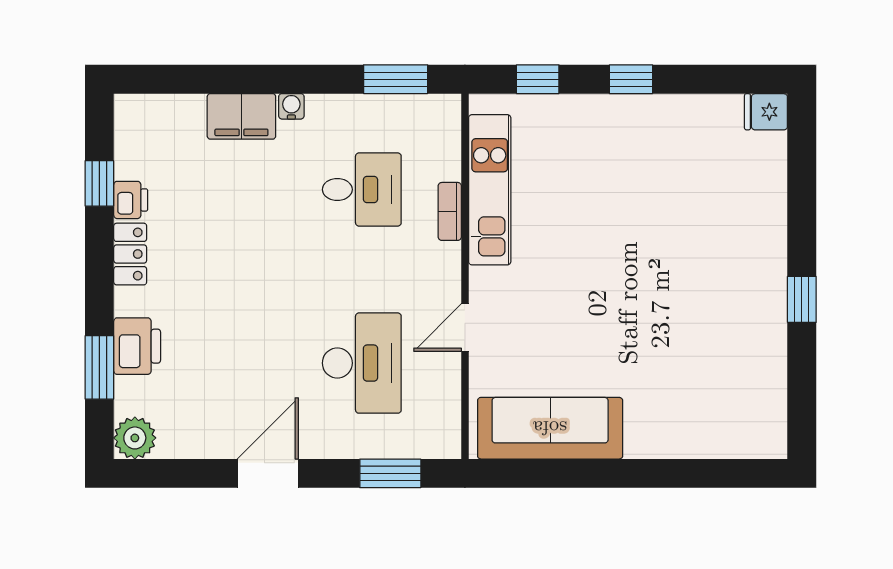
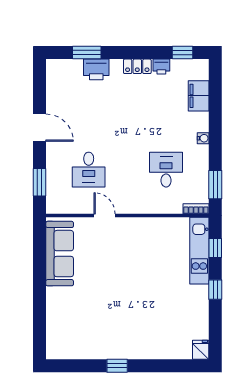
filing cabinet: (241, 116) -> (199, 96), moved
window: (99, 183) -> (182, 53), moved
desk: (362, 189) -> (166, 170), turned 180
kitchen unit: (490, 190) -> (199, 251), moved, turned 90
bookcase: (450, 211) -> (196, 209), moved
desk: (362, 363) -> (89, 170), width x0.73
plant: (135, 438) -> (55, 68), removed

